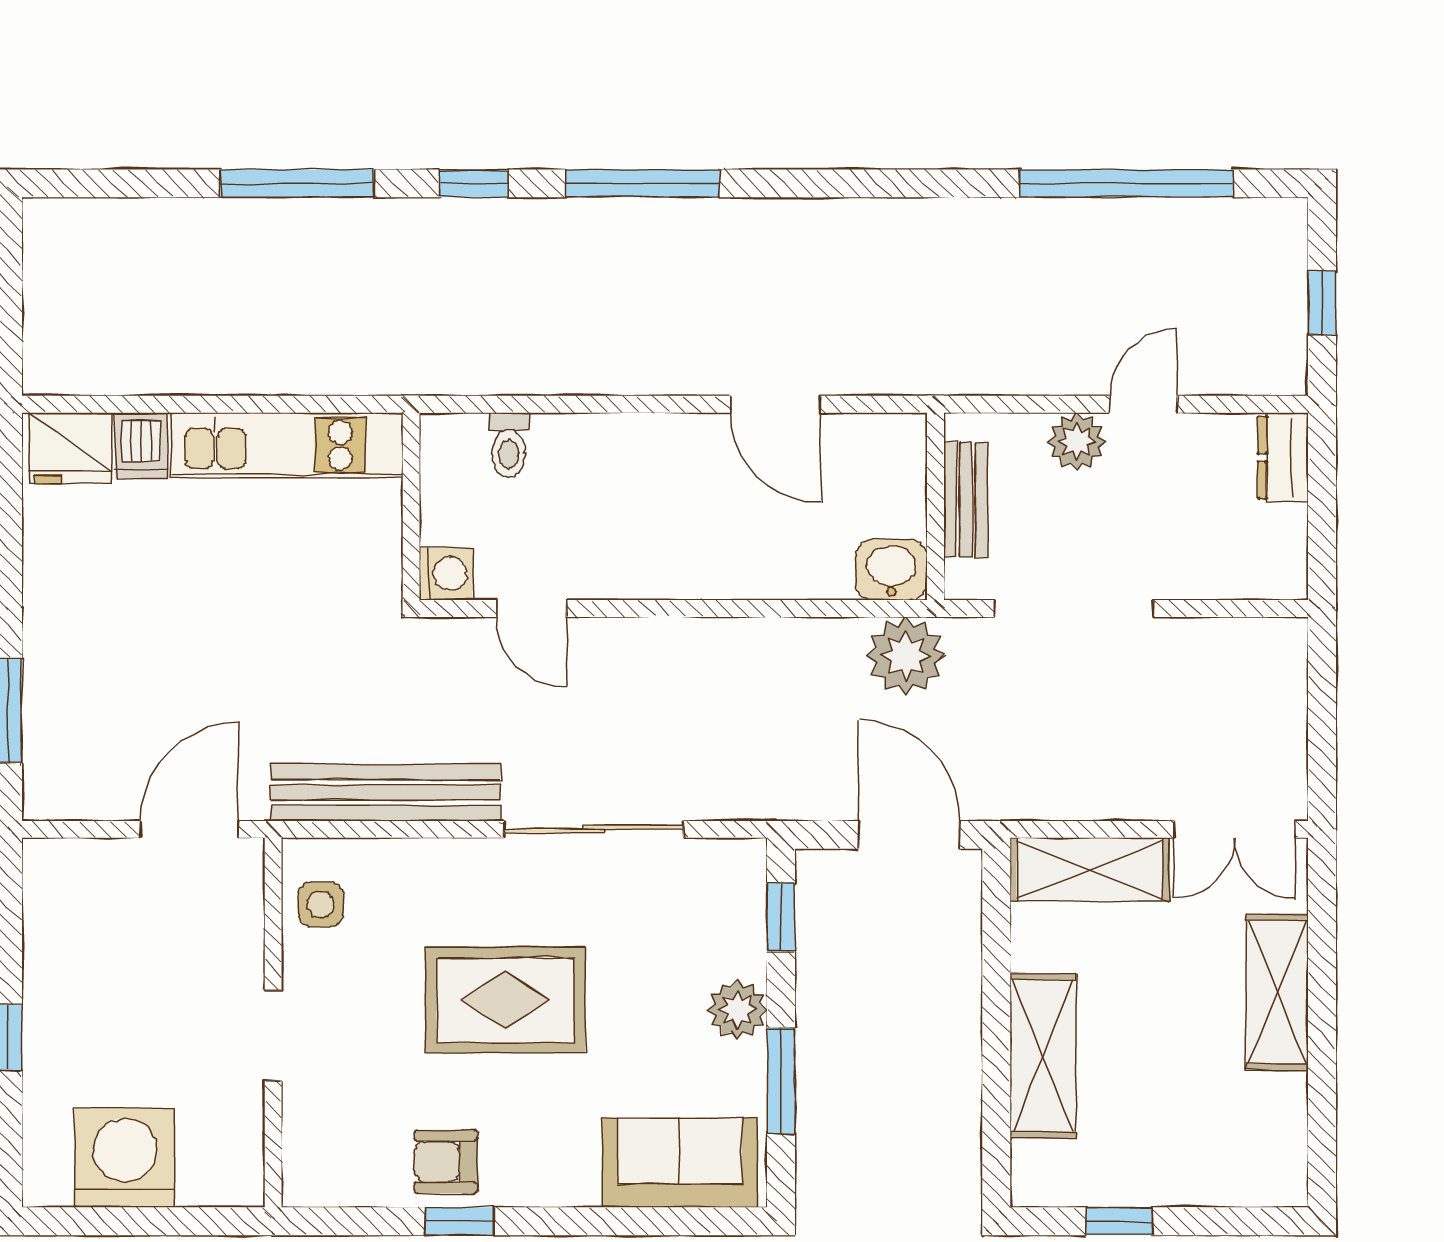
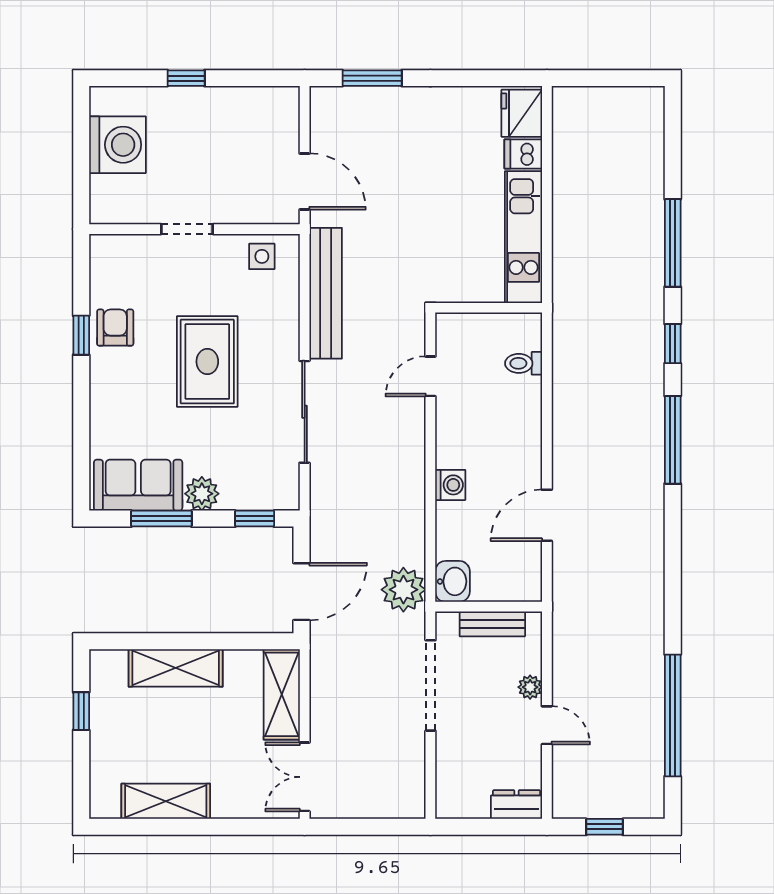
plant: (1077, 441) -> (530, 687), width x0.73, depth x0.73
washing machine: (446, 574) -> (450, 485), moved, turned -90
shelving: (1277, 992) -> (166, 801), moved
sofa: (680, 1163) -> (138, 485), moved, turned -90

